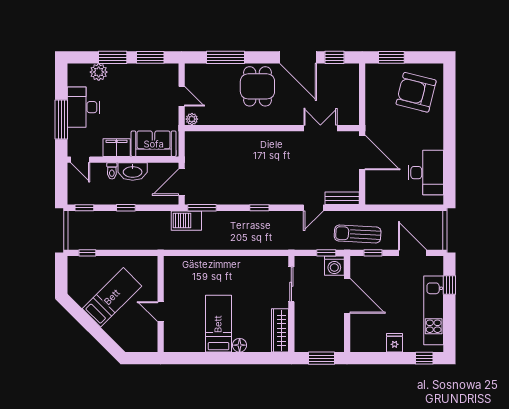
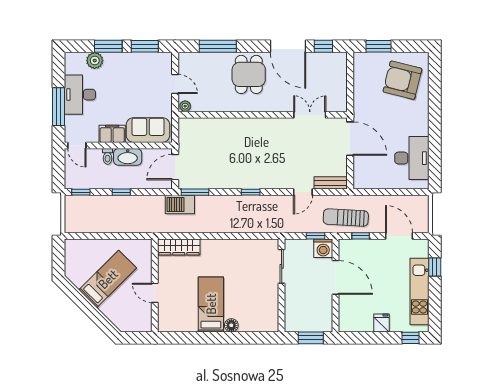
window: (87, 253) -> (84, 236), removed
wardrobe: (280, 330) -> (179, 247), moved, turned -90

